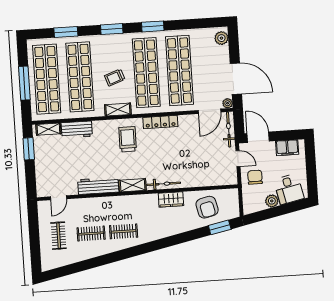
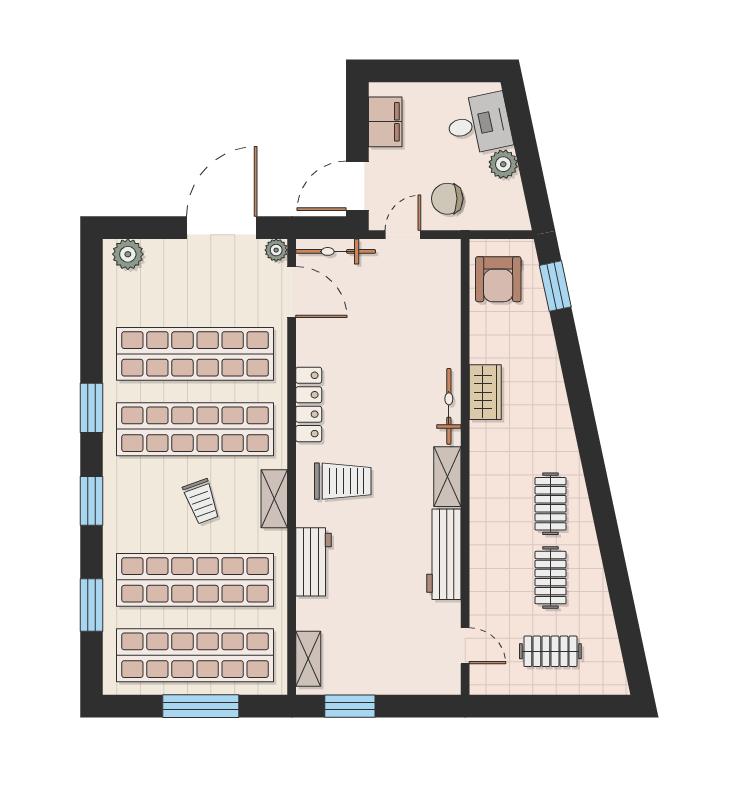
workbench: (77, 130) -> (313, 562), moved
trolley: (128, 139) -> (343, 481), turned 180
armchair: (207, 207) -> (498, 279), moved, turned 103

